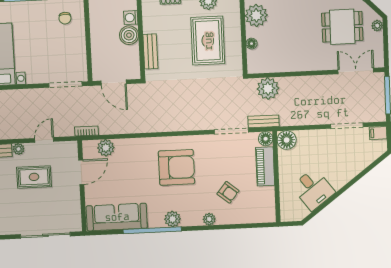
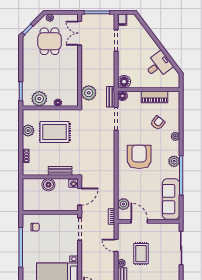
washing machine: (131, 18) -> (74, 183), moved
piano: (265, 166) -> (154, 97), moved

